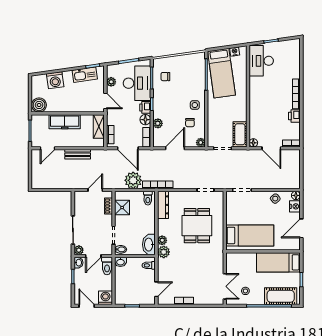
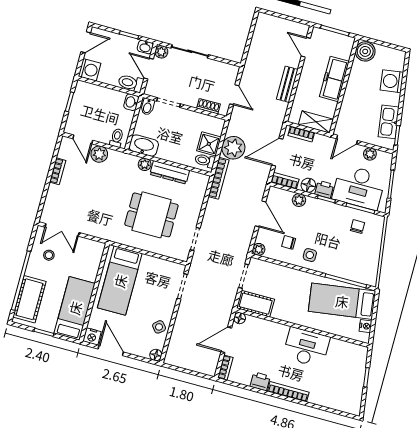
desk: (261, 61) -> (306, 347), moved
dresser: (163, 205) -> (170, 172), moved
nightstand: (295, 206) -> (92, 336), moved
shower: (122, 208) -> (209, 144), moved
plant: (164, 252) -> (99, 154), moved

